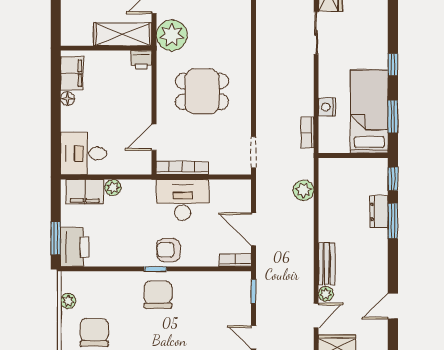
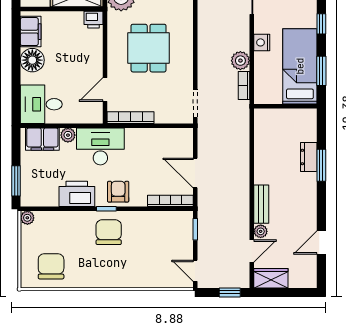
dining table: (202, 91) -> (149, 48), turned 90
floor lamp: (67, 99) -> (32, 60), width x1.89, depth x1.89
nightstand: (327, 107) -> (262, 42), moved
window: (393, 179) -> (321, 127), removed
plant: (303, 190) -> (240, 61), moved
desk: (183, 200) -> (100, 146), moved
printer: (75, 247) -> (77, 194), moved, turned -90
armchair: (168, 250) -> (118, 192), turned 90
bookcase: (235, 260) -> (170, 201), width x1.56
plant: (68, 301) -> (27, 218), moved

